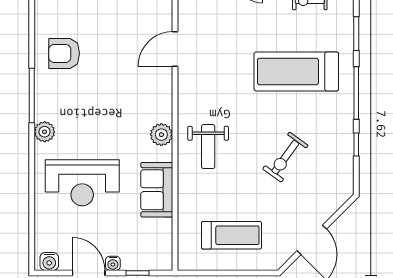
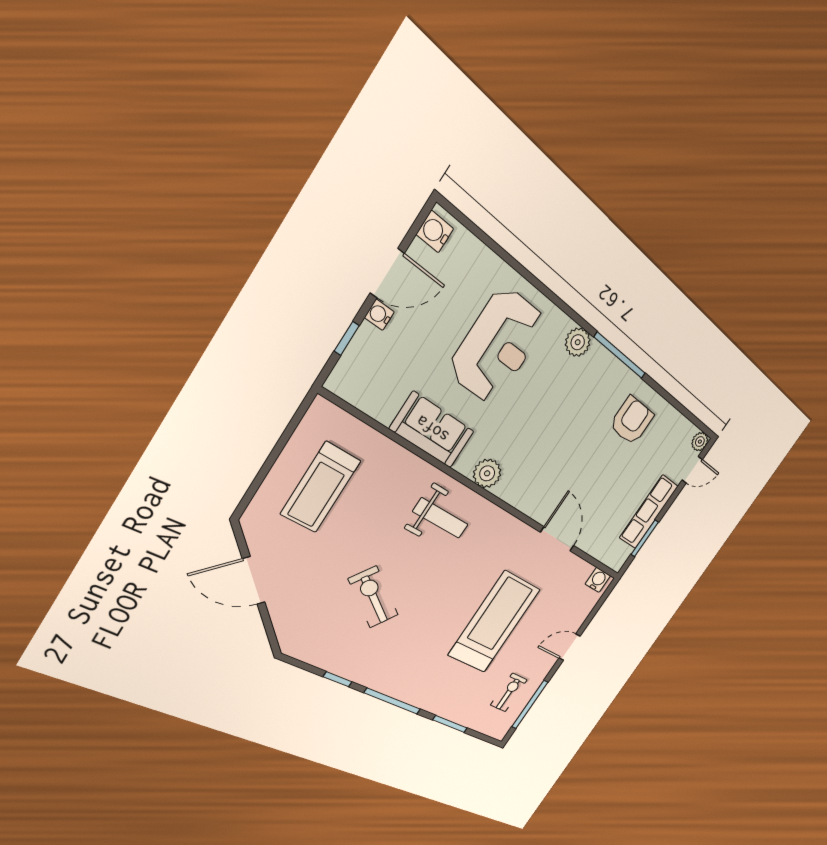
treadmill: (296, 71) -> (494, 622), moved
weight bench: (208, 147) -> (441, 518), turned 180
reception desk: (82, 183) -> (498, 346), turned 180

